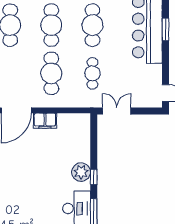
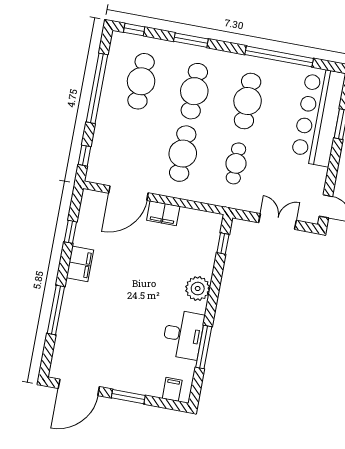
double door: (117, 111) -> (277, 222), moved
window: (94, 177) -> (223, 244), moved

